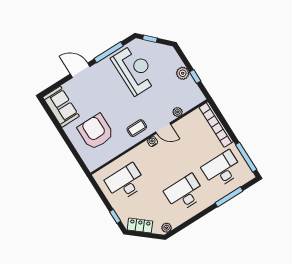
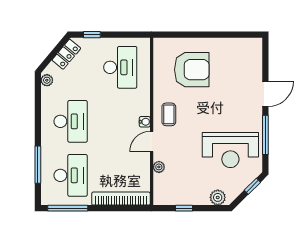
plant: (183, 73) -> (218, 197), moved
sofa: (61, 107) -> (240, 50), removed

